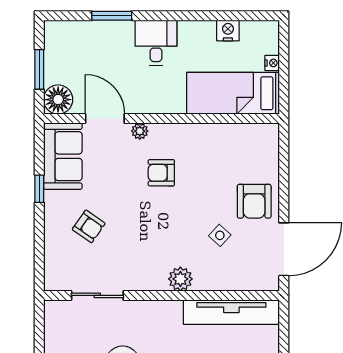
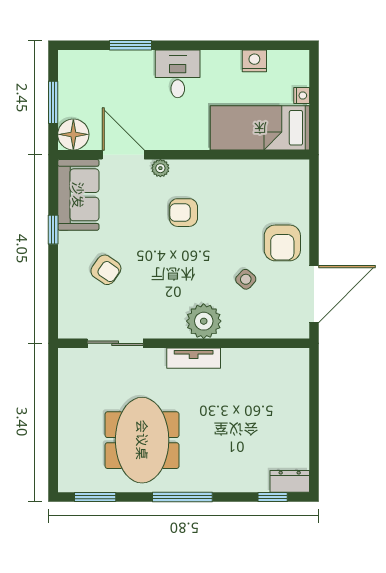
plant: (180, 279) -> (204, 321), width x1.36, depth x1.36
tv unit: (231, 312) -> (194, 358), moved, width x0.52, depth x0.78

